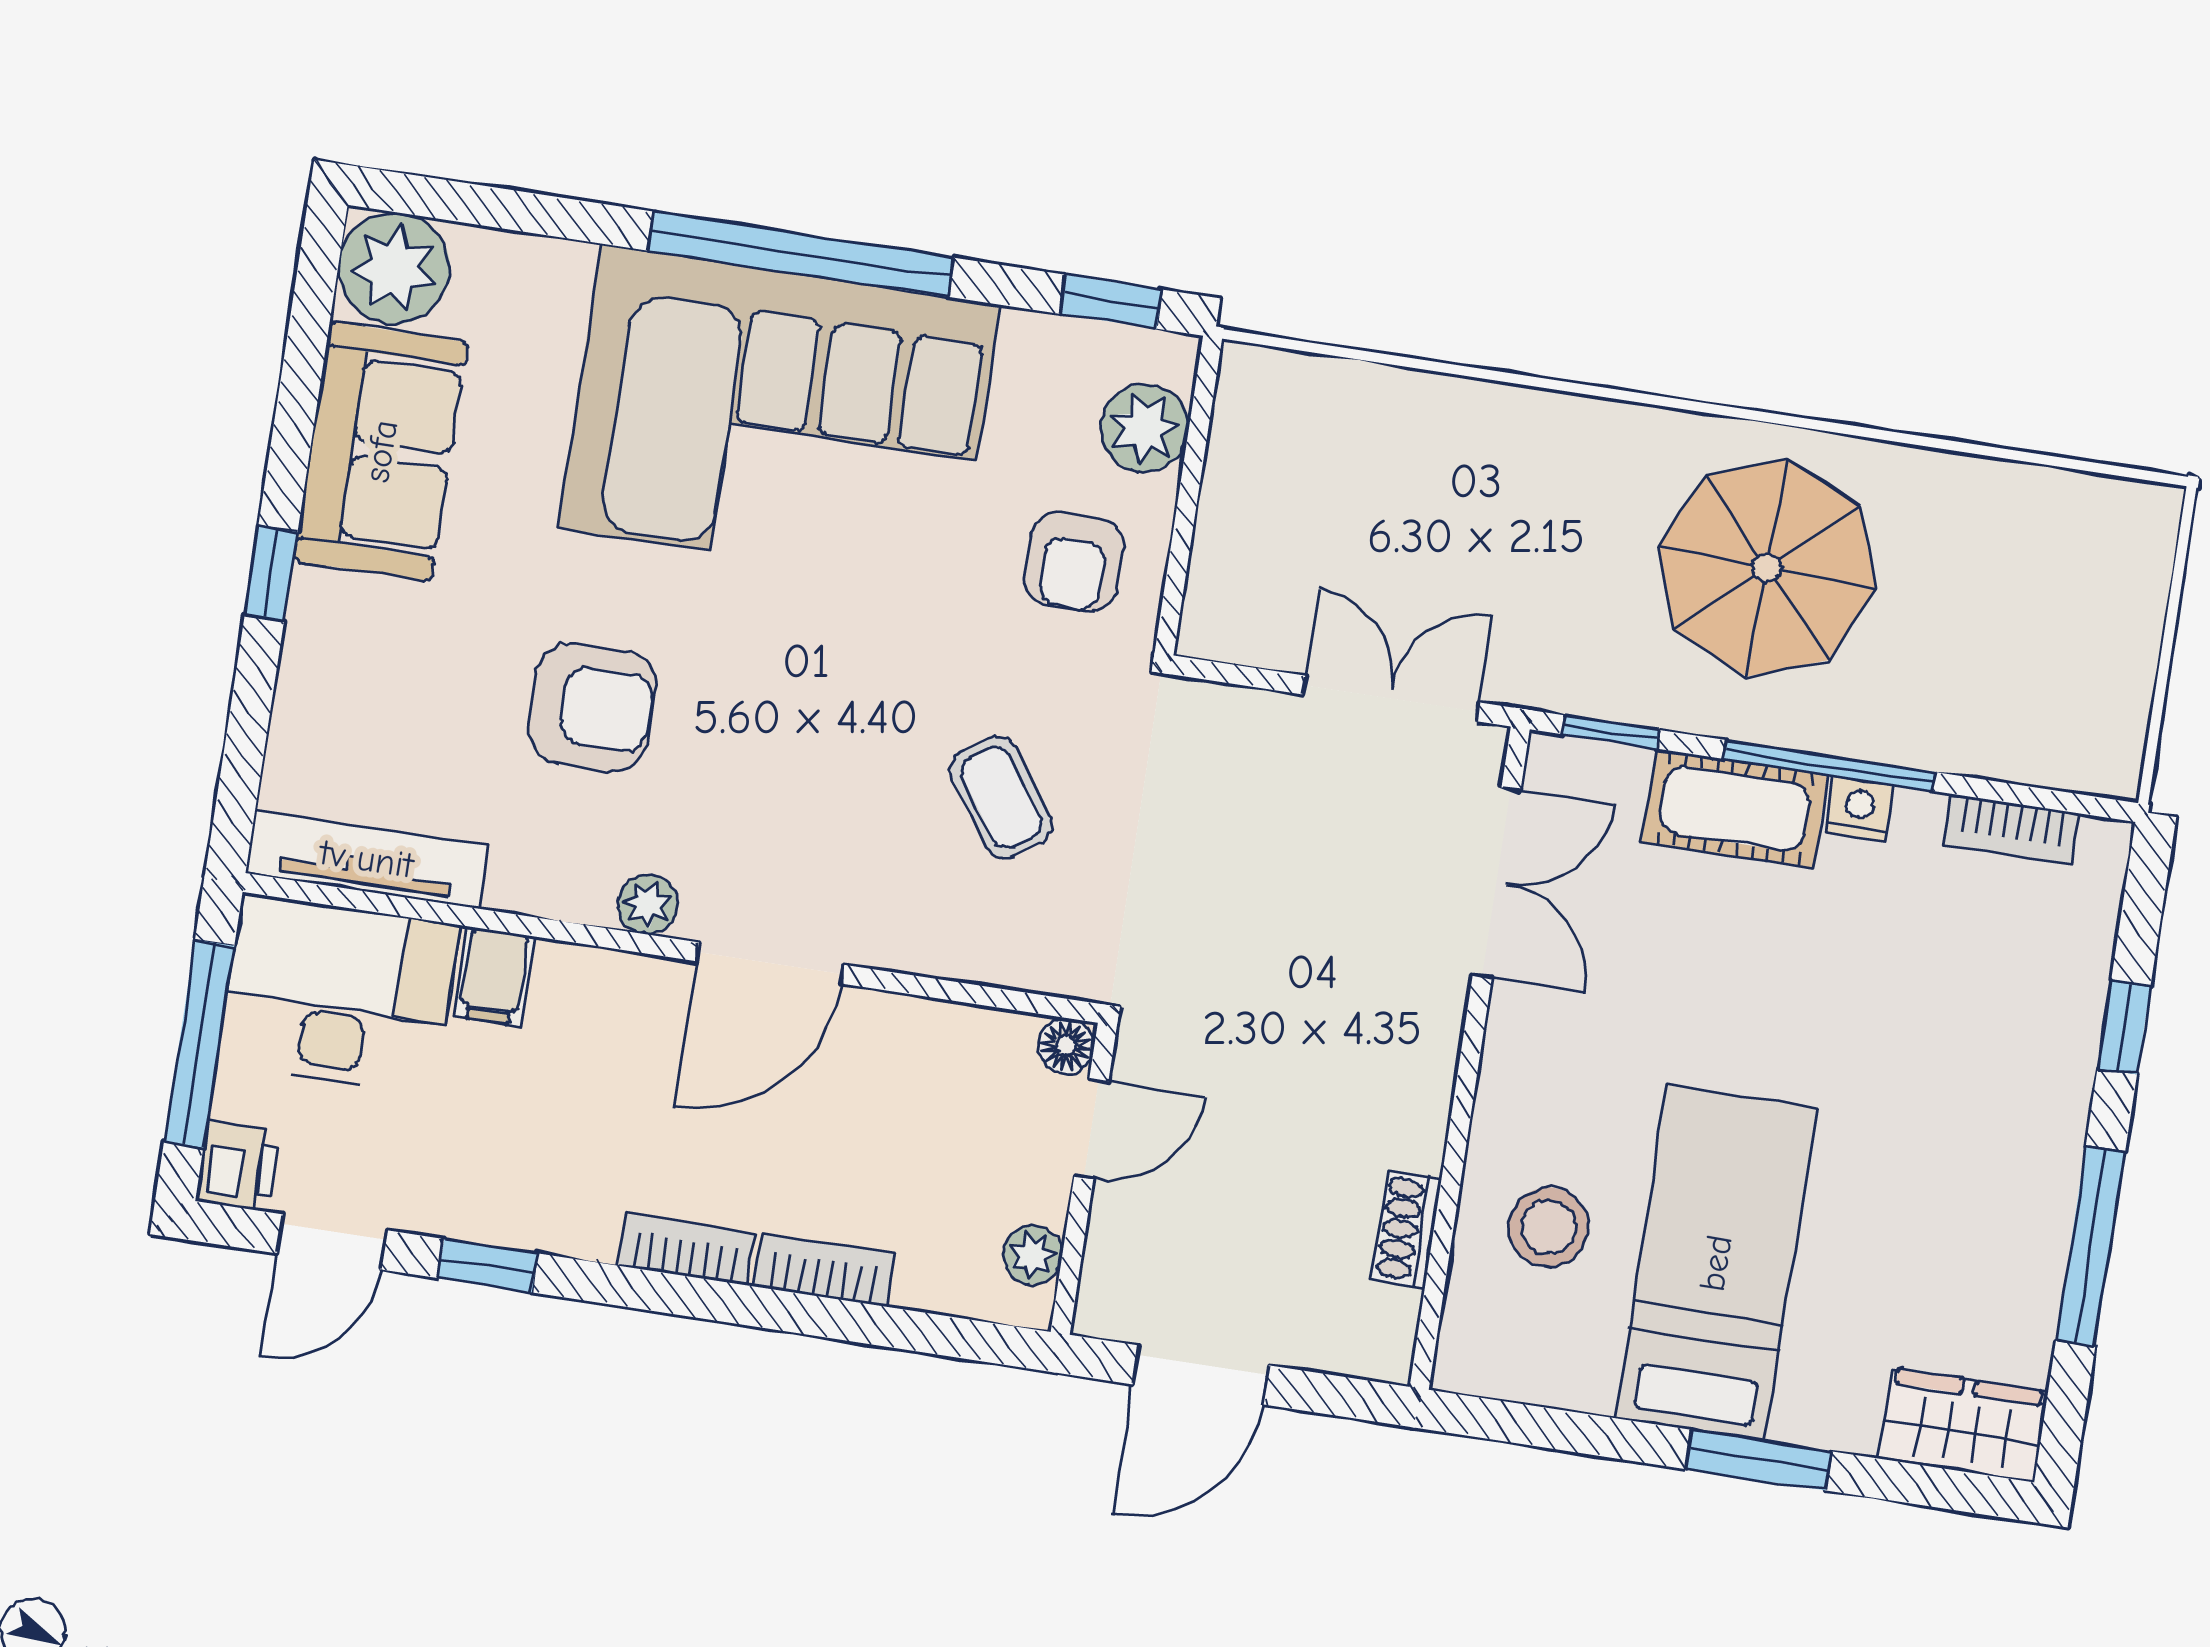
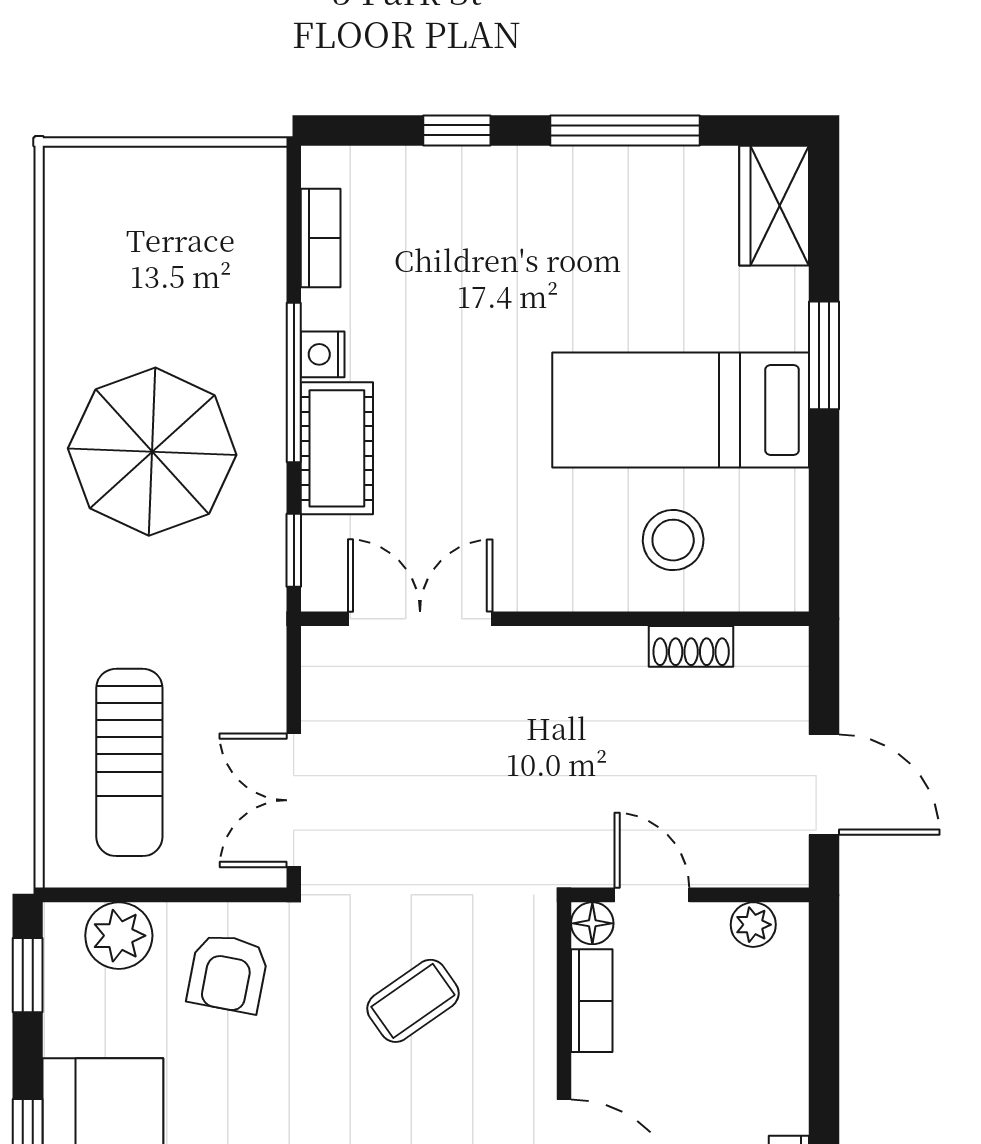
sun lounger: (1368, 476) -> (129, 762), added
armchair: (1074, 562) -> (228, 973), turned 101
double door: (1391, 698) -> (294, 800), moved
bookcase: (824, 1270) -> (592, 1001), moved, turned 180

